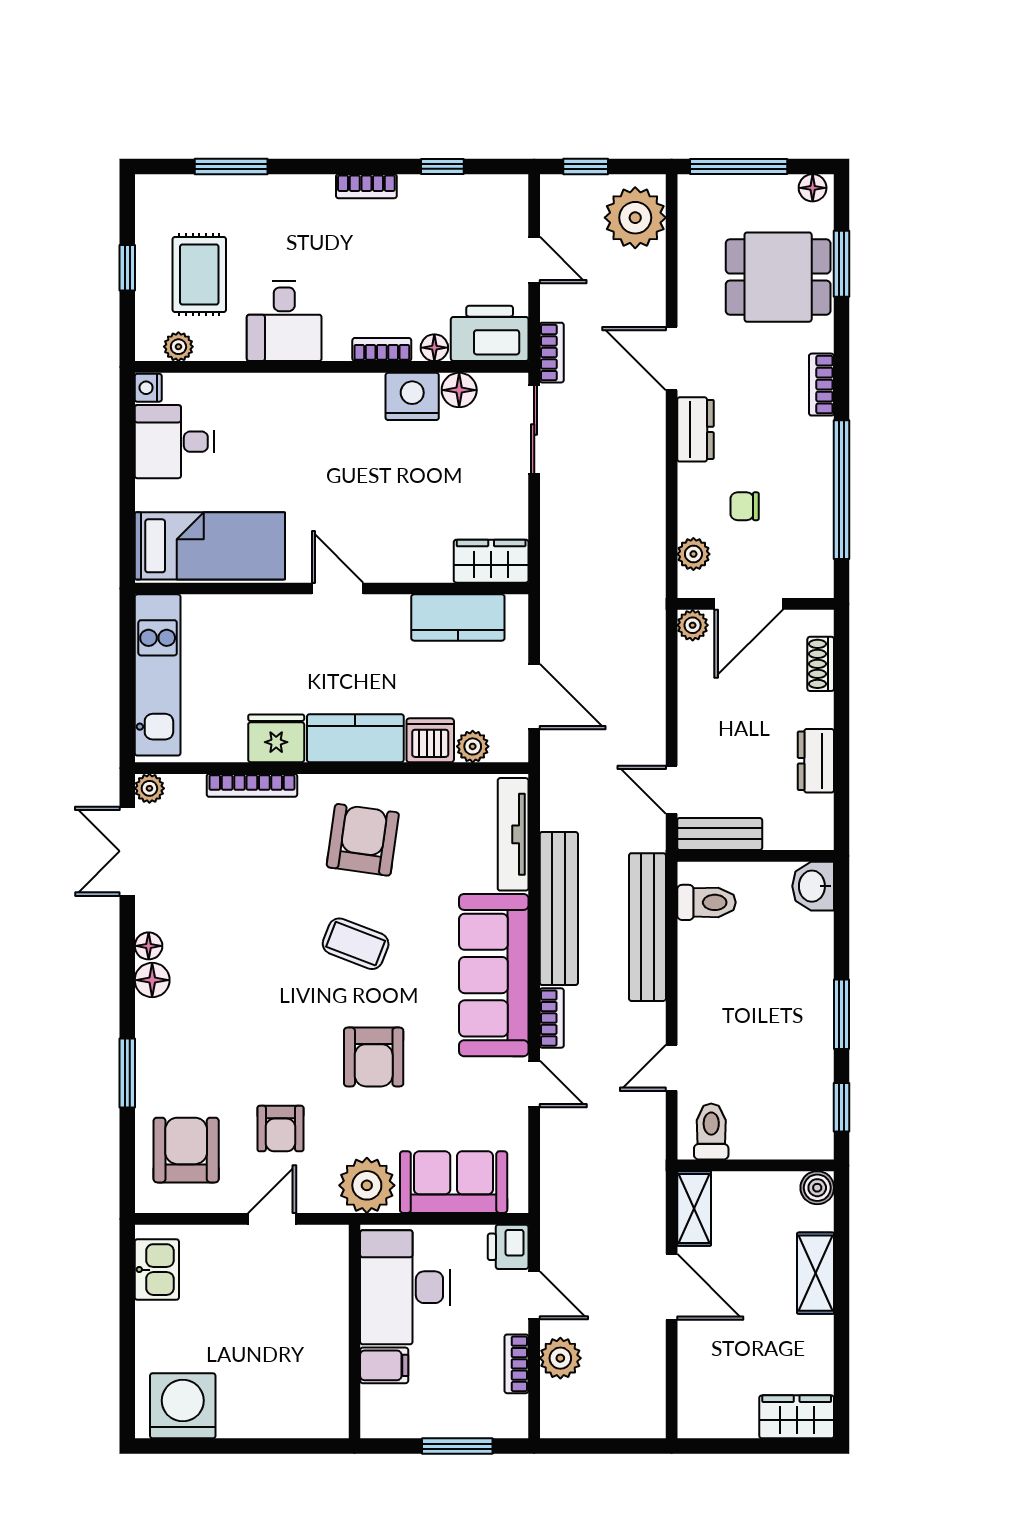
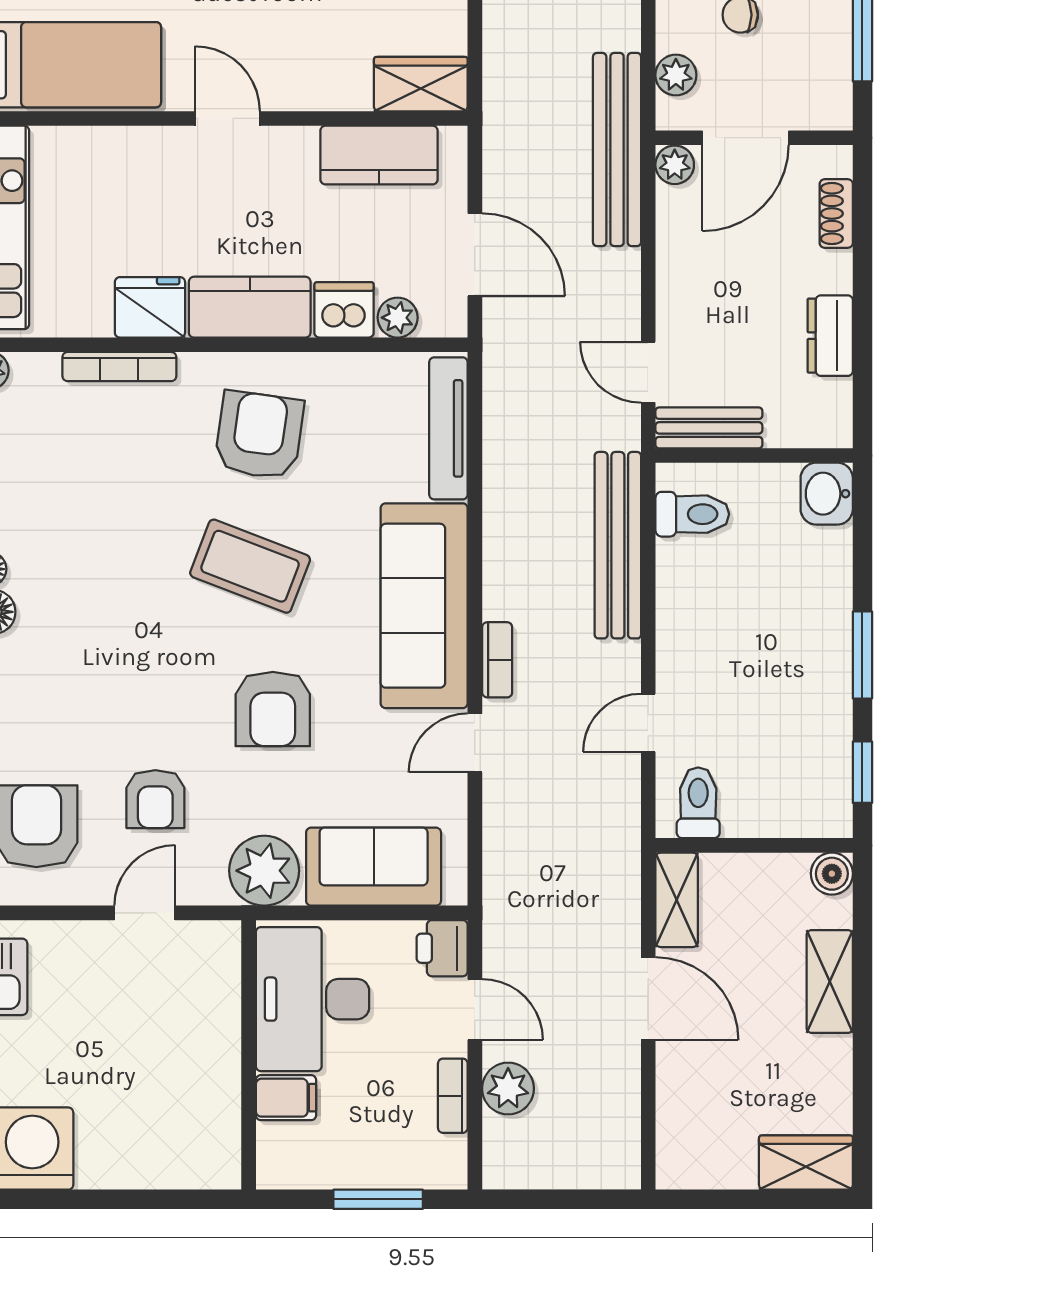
bench: (559, 908) -> (617, 150), moved
coffee table: (356, 944) -> (250, 566), width x1.36, depth x1.30
door: (534, 1084) -> (475, 743), swing flipped

